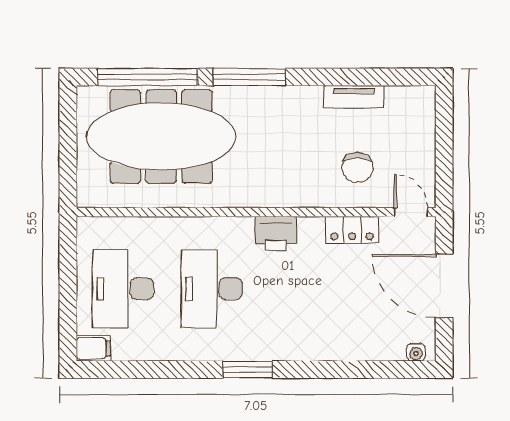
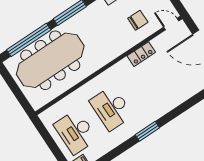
chair: (358, 168) -> (138, 20), turned -90
locker: (352, 230) -> (141, 54), moved
printer: (276, 233) -> (122, 69), removed

